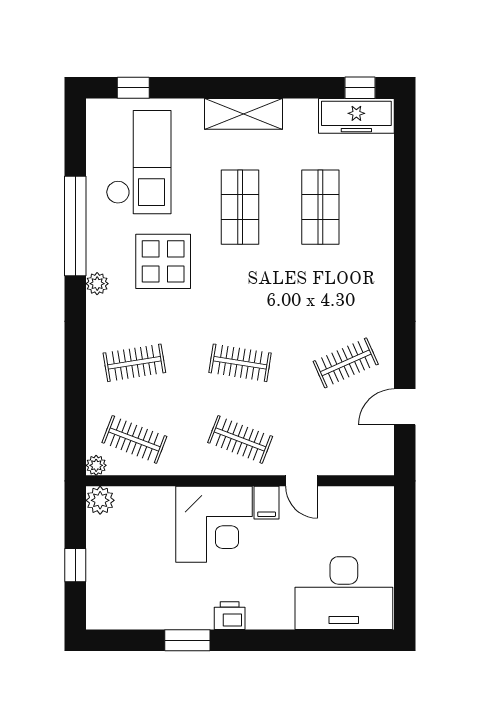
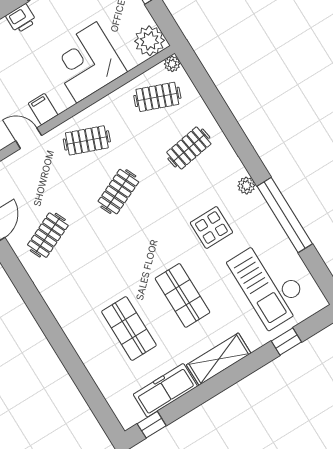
window: (133, 88) -> (286, 341), moved
freezer: (356, 116) -> (165, 390), moved
display table: (163, 261) -> (211, 228), width x0.73, depth x0.73
clothes rail: (240, 363) -> (118, 192), turned -33
plant: (100, 500) -> (150, 41), width x1.36, depth x1.36
corner desk: (214, 524) -> (87, 62), moved

